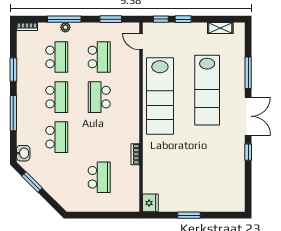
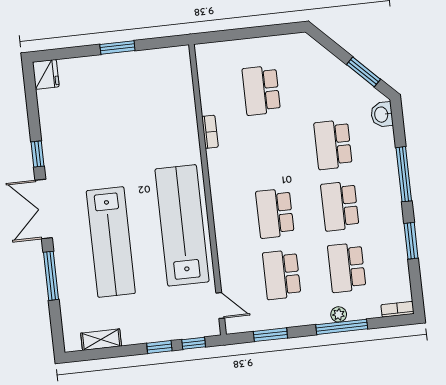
lab bench: (207, 90) -> (111, 242), turned 180
school desk: (99, 97) -> (275, 213), turned 180
fridge: (150, 203) -> (46, 74), moved, turned 180

